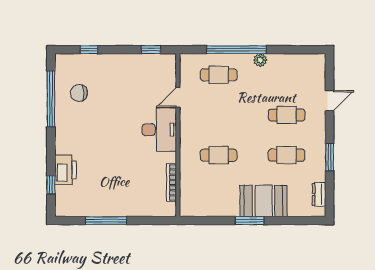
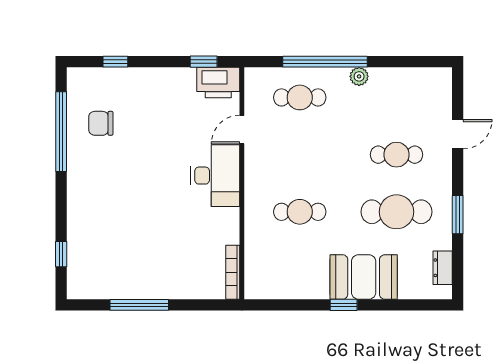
cafe table: (287, 155) -> (397, 212), width x1.37, depth x1.35
printer: (66, 170) -> (218, 82), moved, turned 90
bookcase: (172, 182) -> (233, 272), moved
window: (249, 221) -> (344, 305), width x0.67

